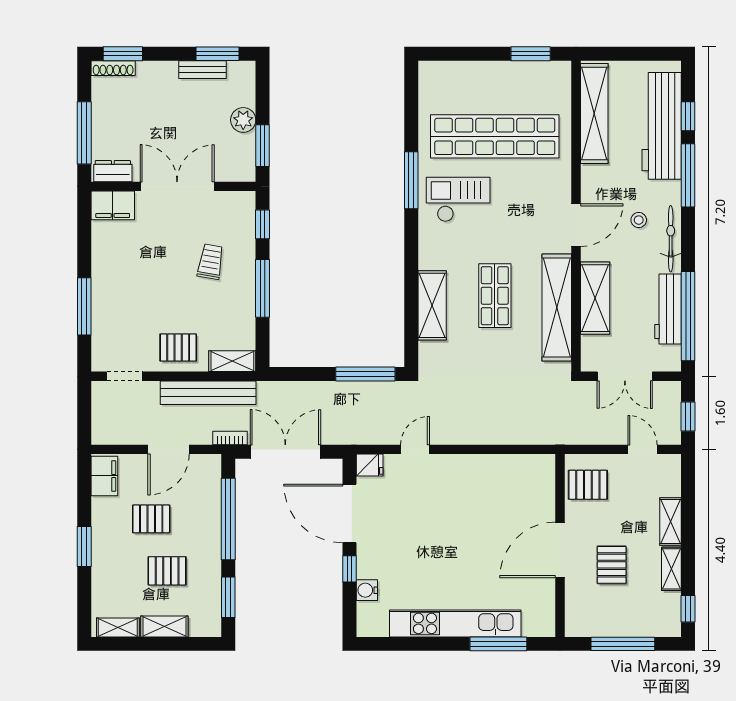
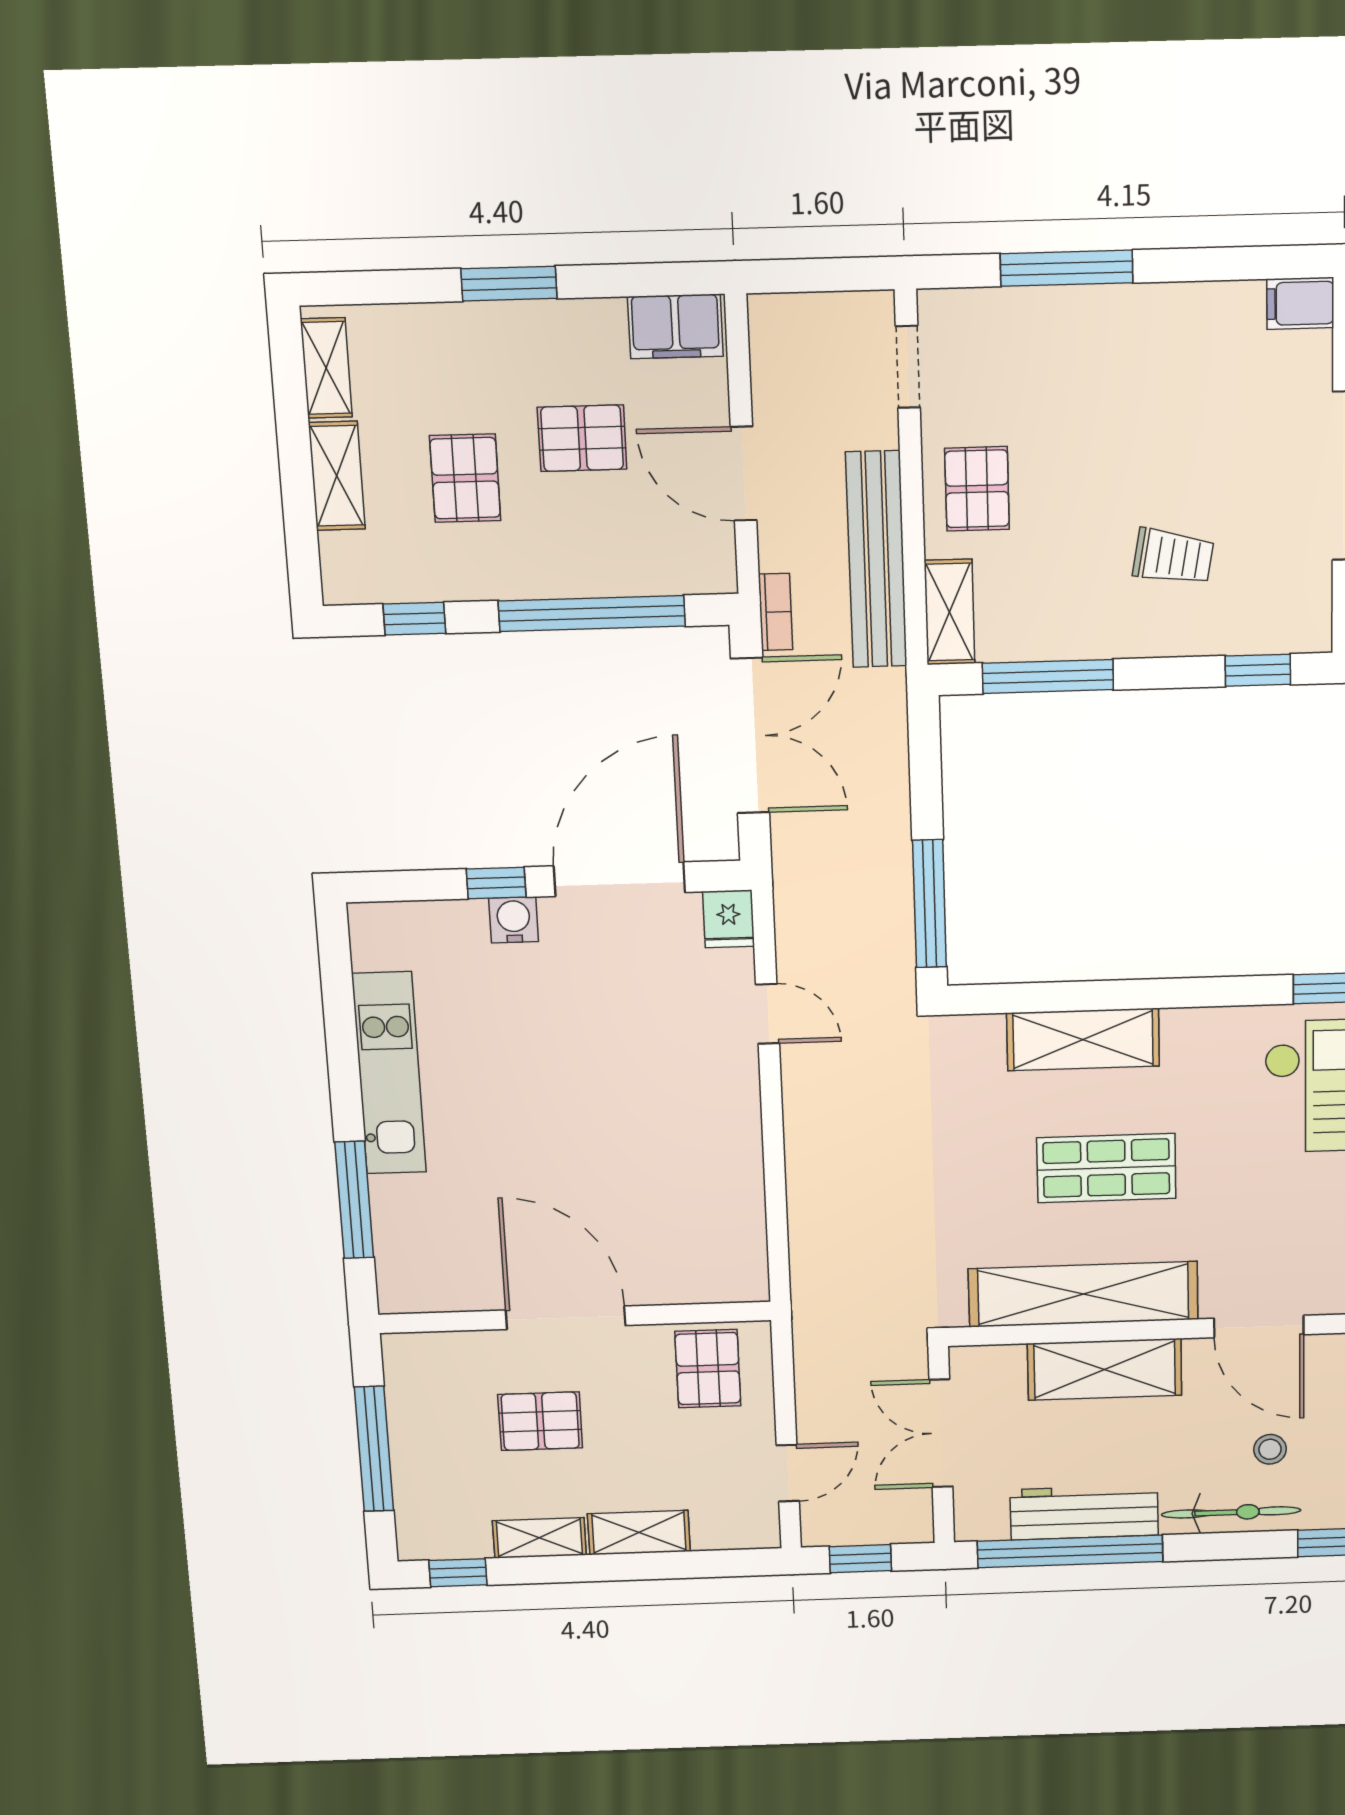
filing cabinet: (113, 205) -> (1300, 303), width x0.50
window: (263, 288) -> (1048, 676), moved
pallet: (151, 519) -> (582, 438), turned 90
water cooler: (367, 590) -> (514, 920), moved
window: (228, 597) -> (414, 619), width x0.67
kitchen unit: (455, 623) -> (389, 1073), width x0.73

